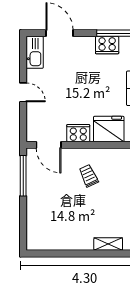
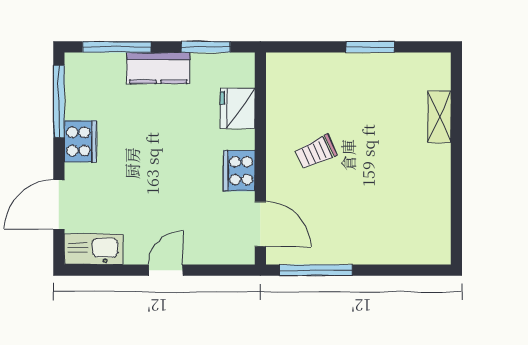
cooker: (107, 45) -> (80, 141), moved
fridge: (109, 129) -> (238, 108), width x0.73, depth x0.75
door: (49, 145) -> (260, 224), hinge flipped

